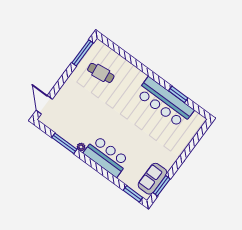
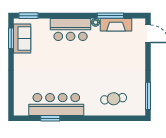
cafe table: (101, 73) -> (114, 99), moved
fireplace: (65, 132) -> (116, 25), added

